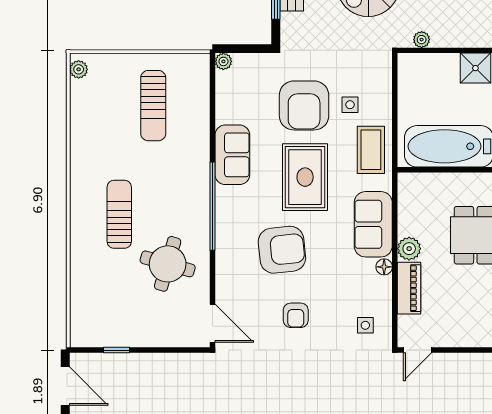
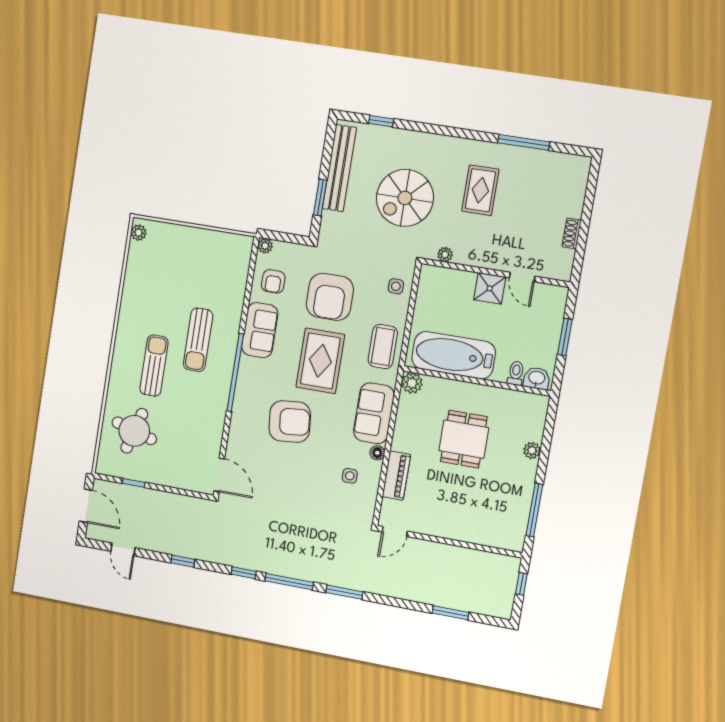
side table: (350, 105) -> (396, 286), moved
sun lounger: (153, 106) -> (198, 340), moved
plant: (409, 249) -> (412, 383), moved
round table: (168, 264) -> (134, 431), moved
armchair: (296, 315) -> (273, 281), moved
side table: (365, 325) -> (350, 476), moved

